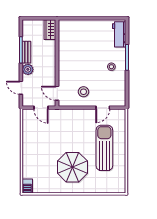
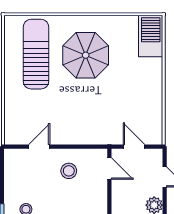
sun lounger: (104, 148) -> (36, 54), moved, turned 180
barbecue: (27, 186) -> (151, 36), width x1.88, depth x1.53

